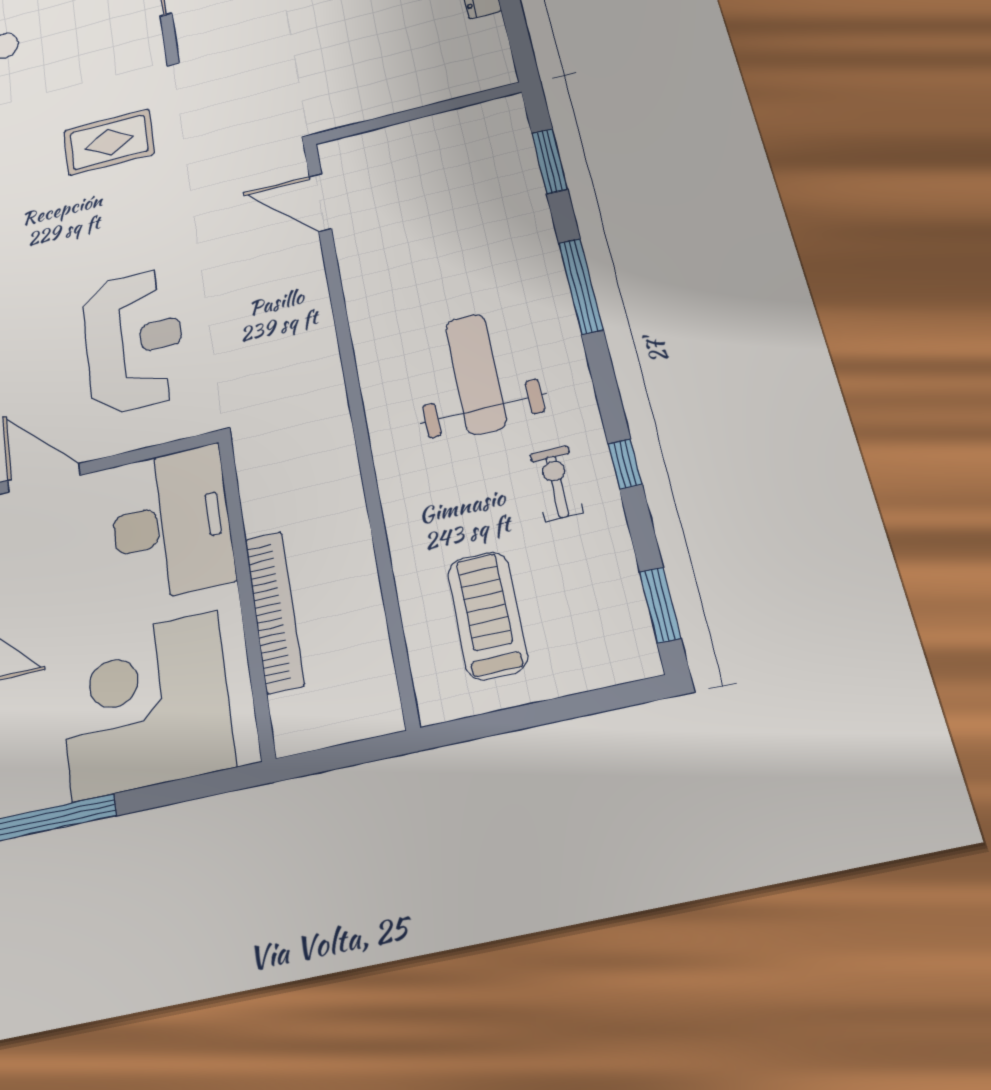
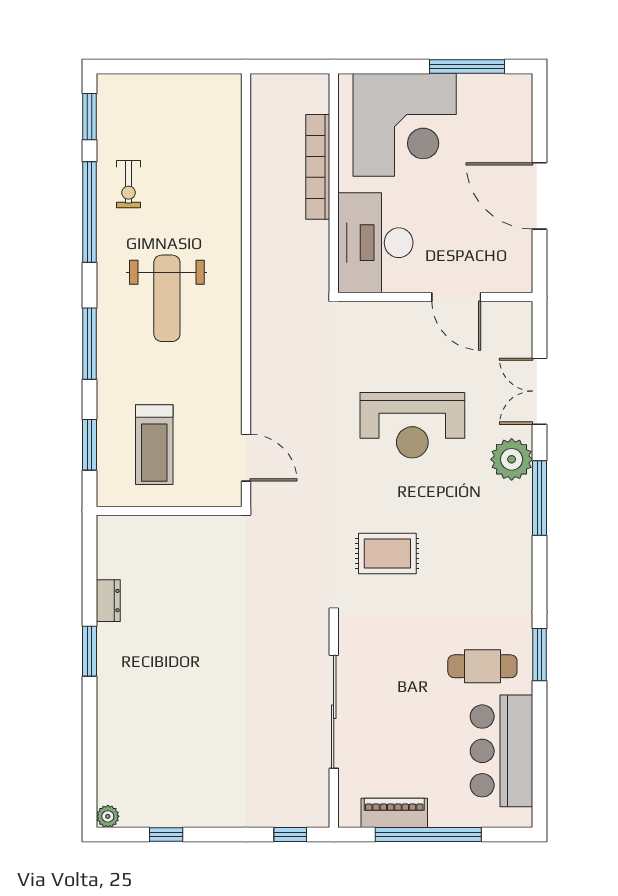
reception desk: (134, 341) -> (412, 425), moved, turned -90
window: (625, 464) -> (90, 212), width x3.17
exercise bike: (556, 483) -> (129, 184), moved
treadmill: (487, 615) -> (154, 445), moved

